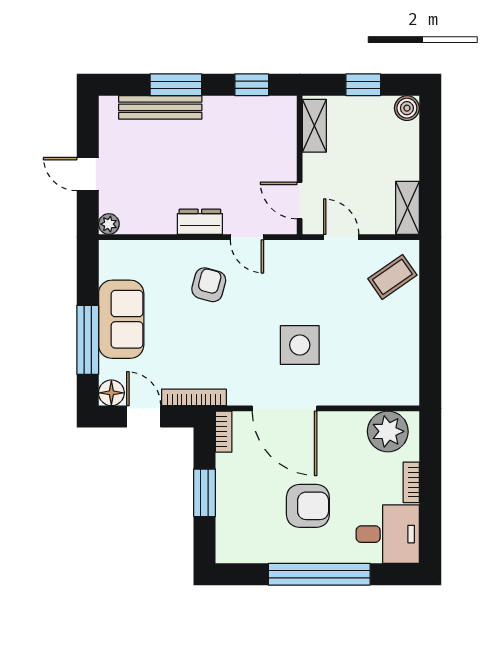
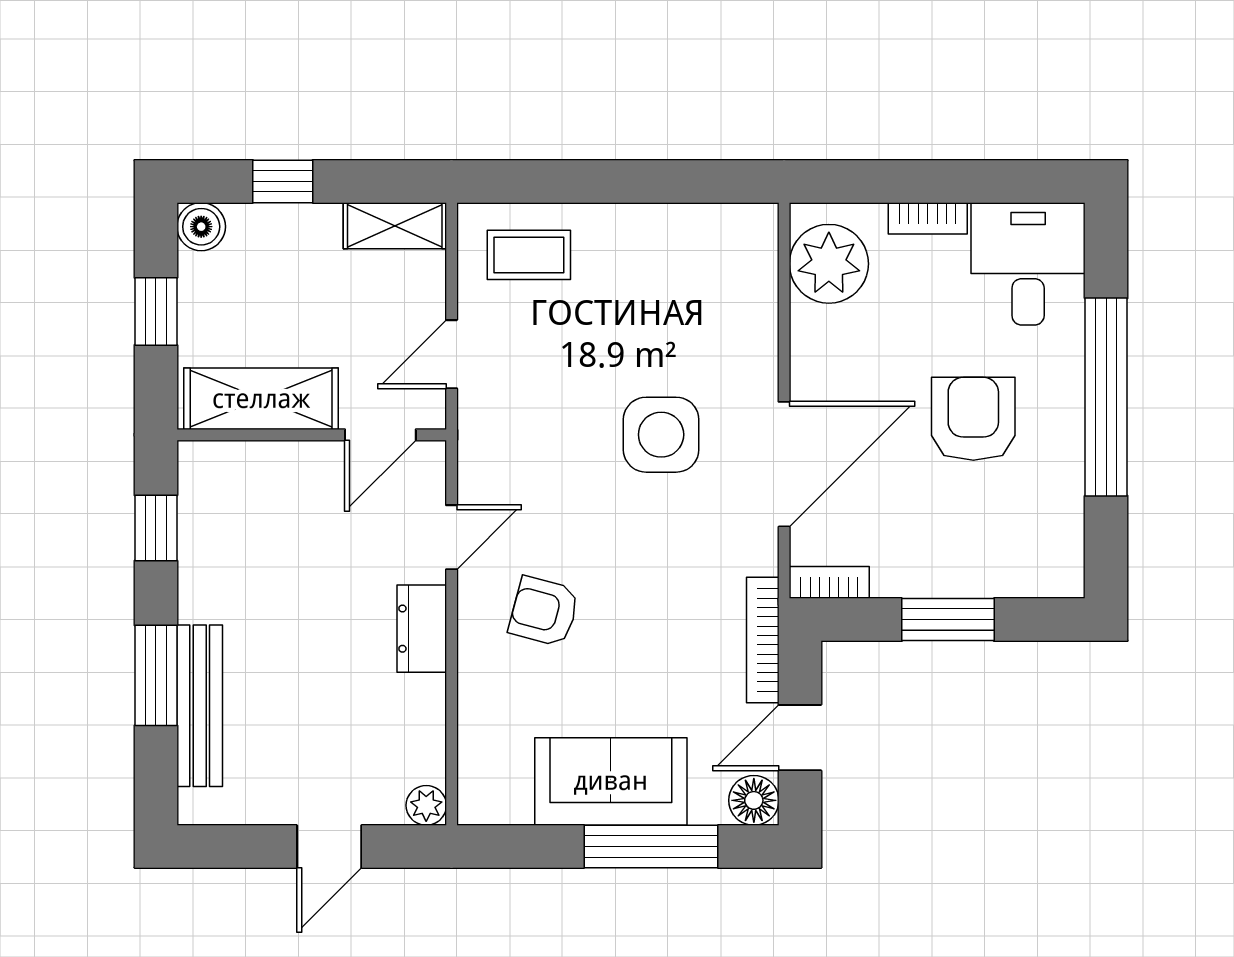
shelving: (314, 126) -> (261, 399), width x1.50, depth x1.33
window: (430, 150) -> (283, 181), added
coffee table: (392, 277) -> (529, 255), turned -55

